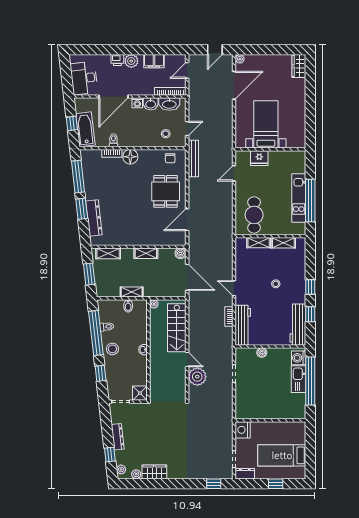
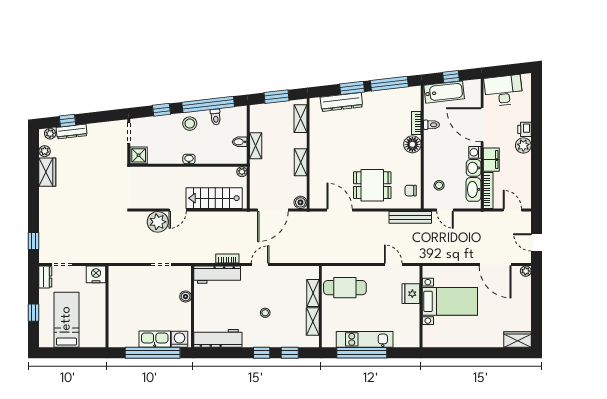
filing cabinet: (154, 61) -> (491, 160), moved, turned 180
window: (310, 314) -> (290, 353), moved
dresser: (118, 437) -> (72, 132), moved

